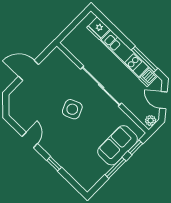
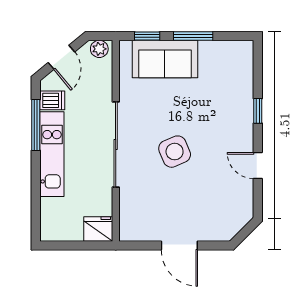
fridge: (98, 28) -> (98, 229), moved, turned -90
door: (30, 140) -> (258, 166), hinge flipped

